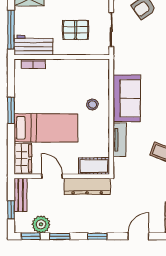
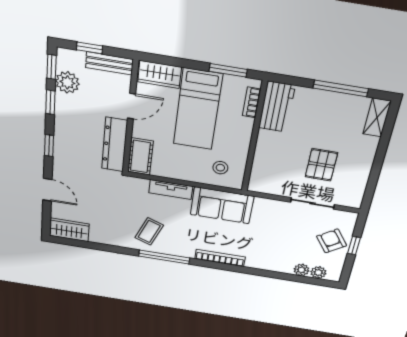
workbench: (33, 45) -> (277, 107), moved
wall: (62, 57) -> (254, 138), moved
bookcase: (33, 64) -> (252, 102), moved

